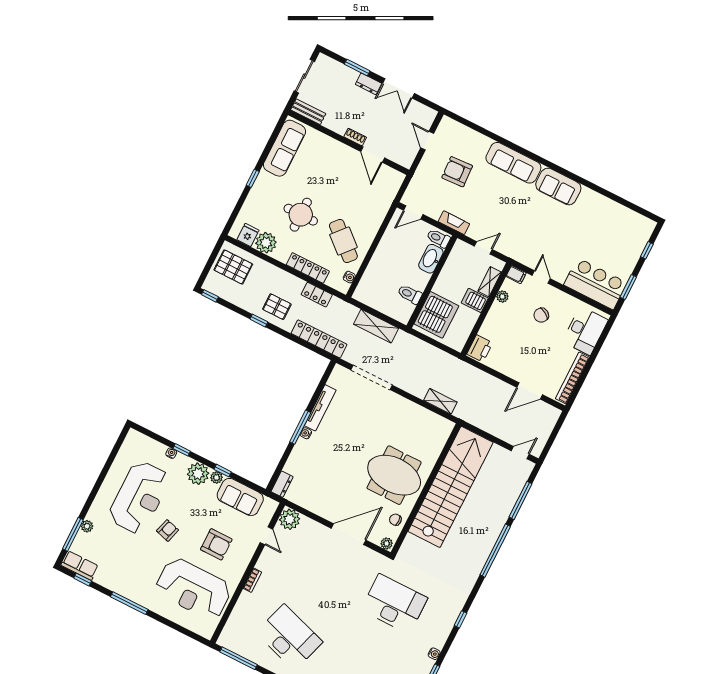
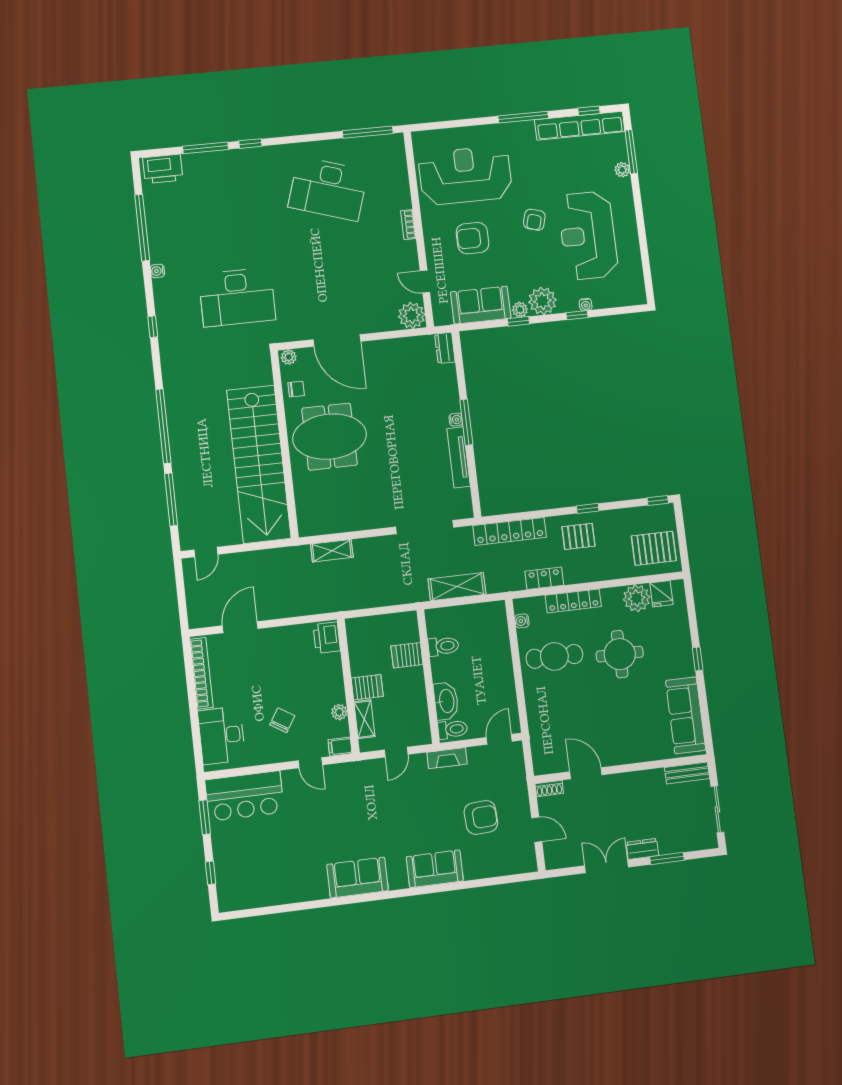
shoe rack: (355, 137) -> (549, 789), moved
sofa: (513, 163) -> (435, 869), width x0.73
cafe table: (343, 241) -> (554, 656), turned -41
server rack: (436, 315) -> (407, 655), width x0.46, depth x0.70
door: (349, 534) -> (337, 340), hinge flipped
row of seats: (80, 566) -> (580, 126), width x2.02

